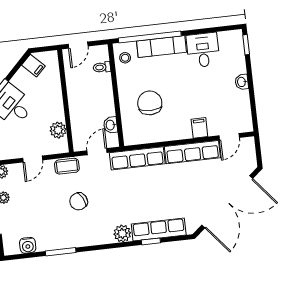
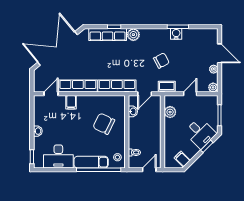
desk: (203, 50) -> (58, 156), width x1.37
chair: (150, 103) -> (104, 124), turned 116
water cooler: (28, 245) -> (176, 34), moved

